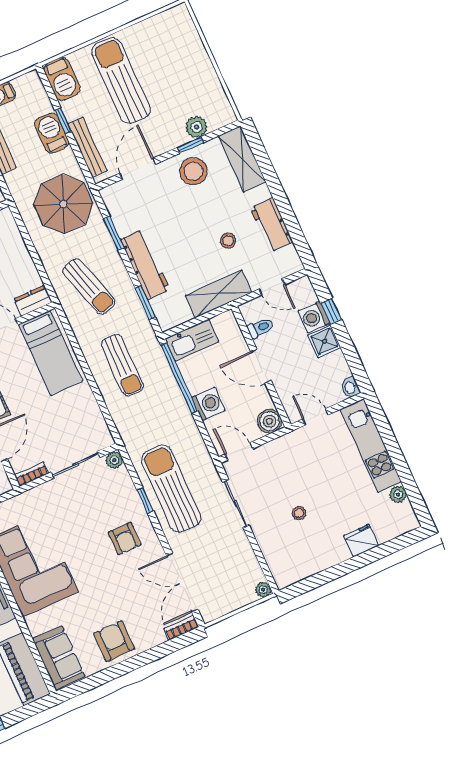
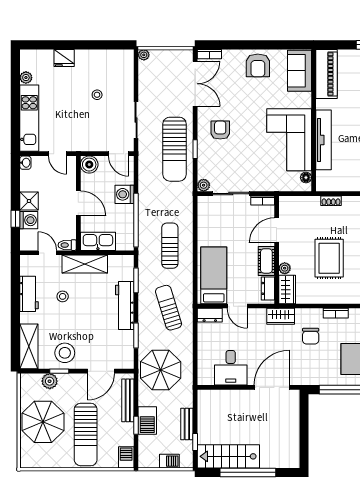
parasol: (182, 72) -> (43, 422), added
barbecue: (62, 79) -> (126, 457), width x0.73, depth x0.79
toilet: (260, 328) -> (67, 245), moved
kitchen sink: (192, 340) -> (98, 241), moved

